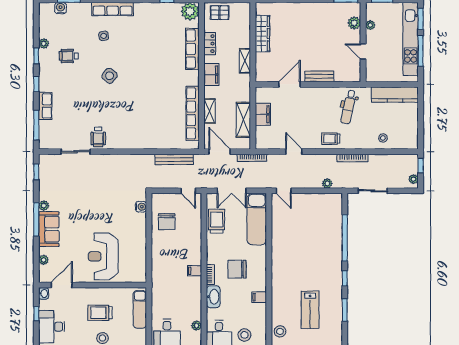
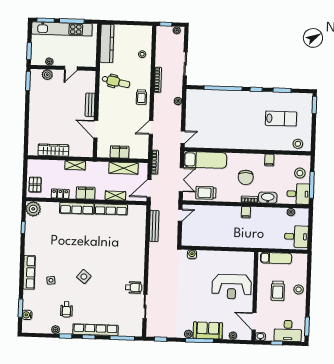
row of seats: (192, 49) -> (77, 208), moved
row of seats: (45, 106) -> (95, 330), width x2.02
row of seats: (193, 113) -> (111, 209), width x0.73
chair: (167, 222) -> (205, 234), removed

